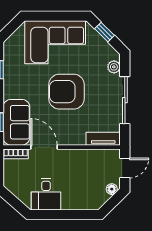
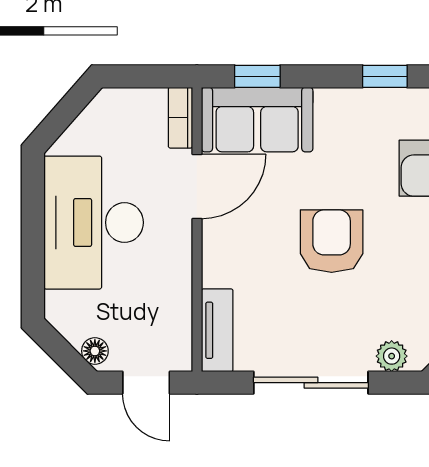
armchair: (66, 92) -> (332, 241), width x0.73, depth x0.73
desk: (46, 194) -> (94, 223), width x1.87, depth x1.30

